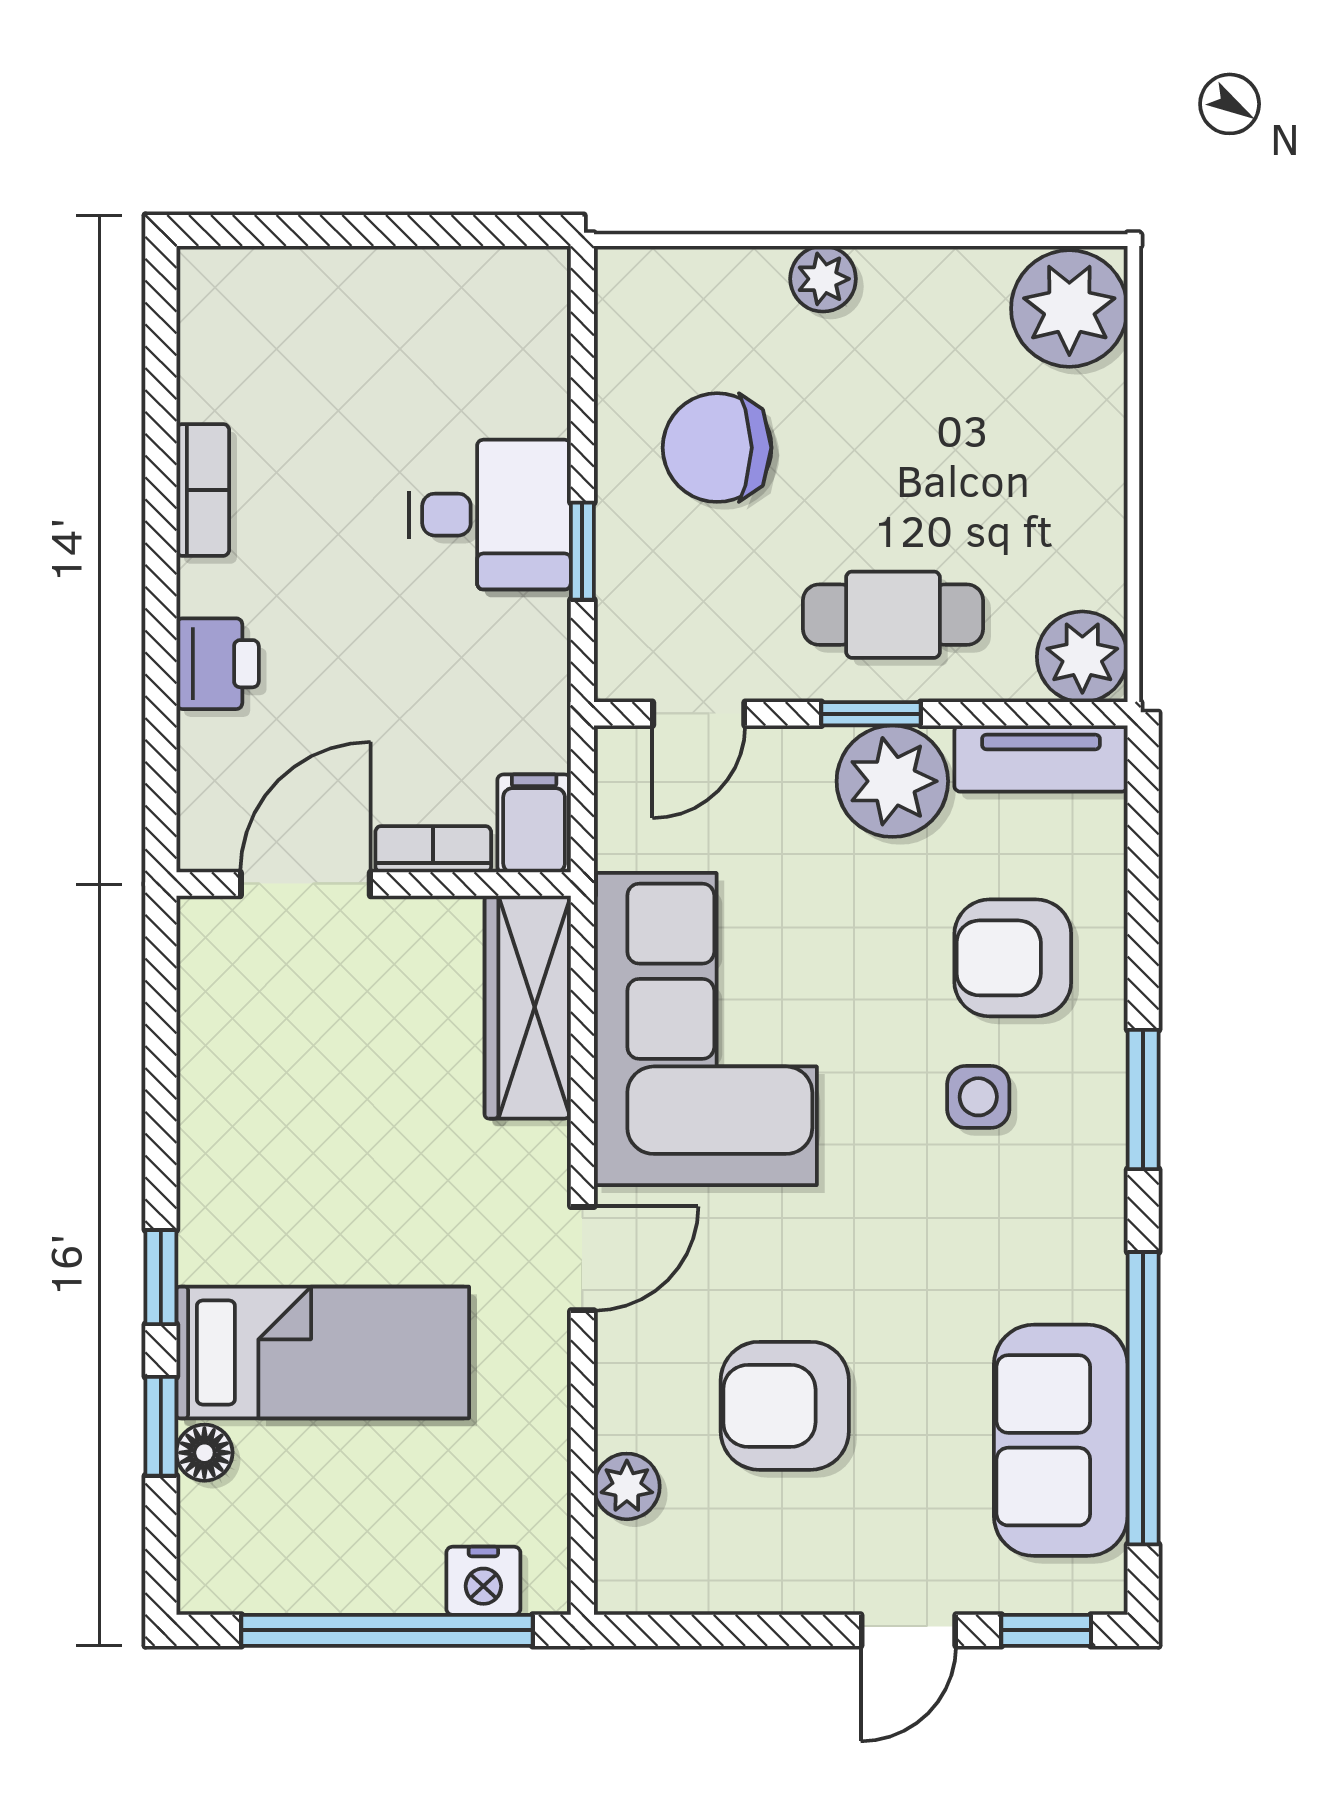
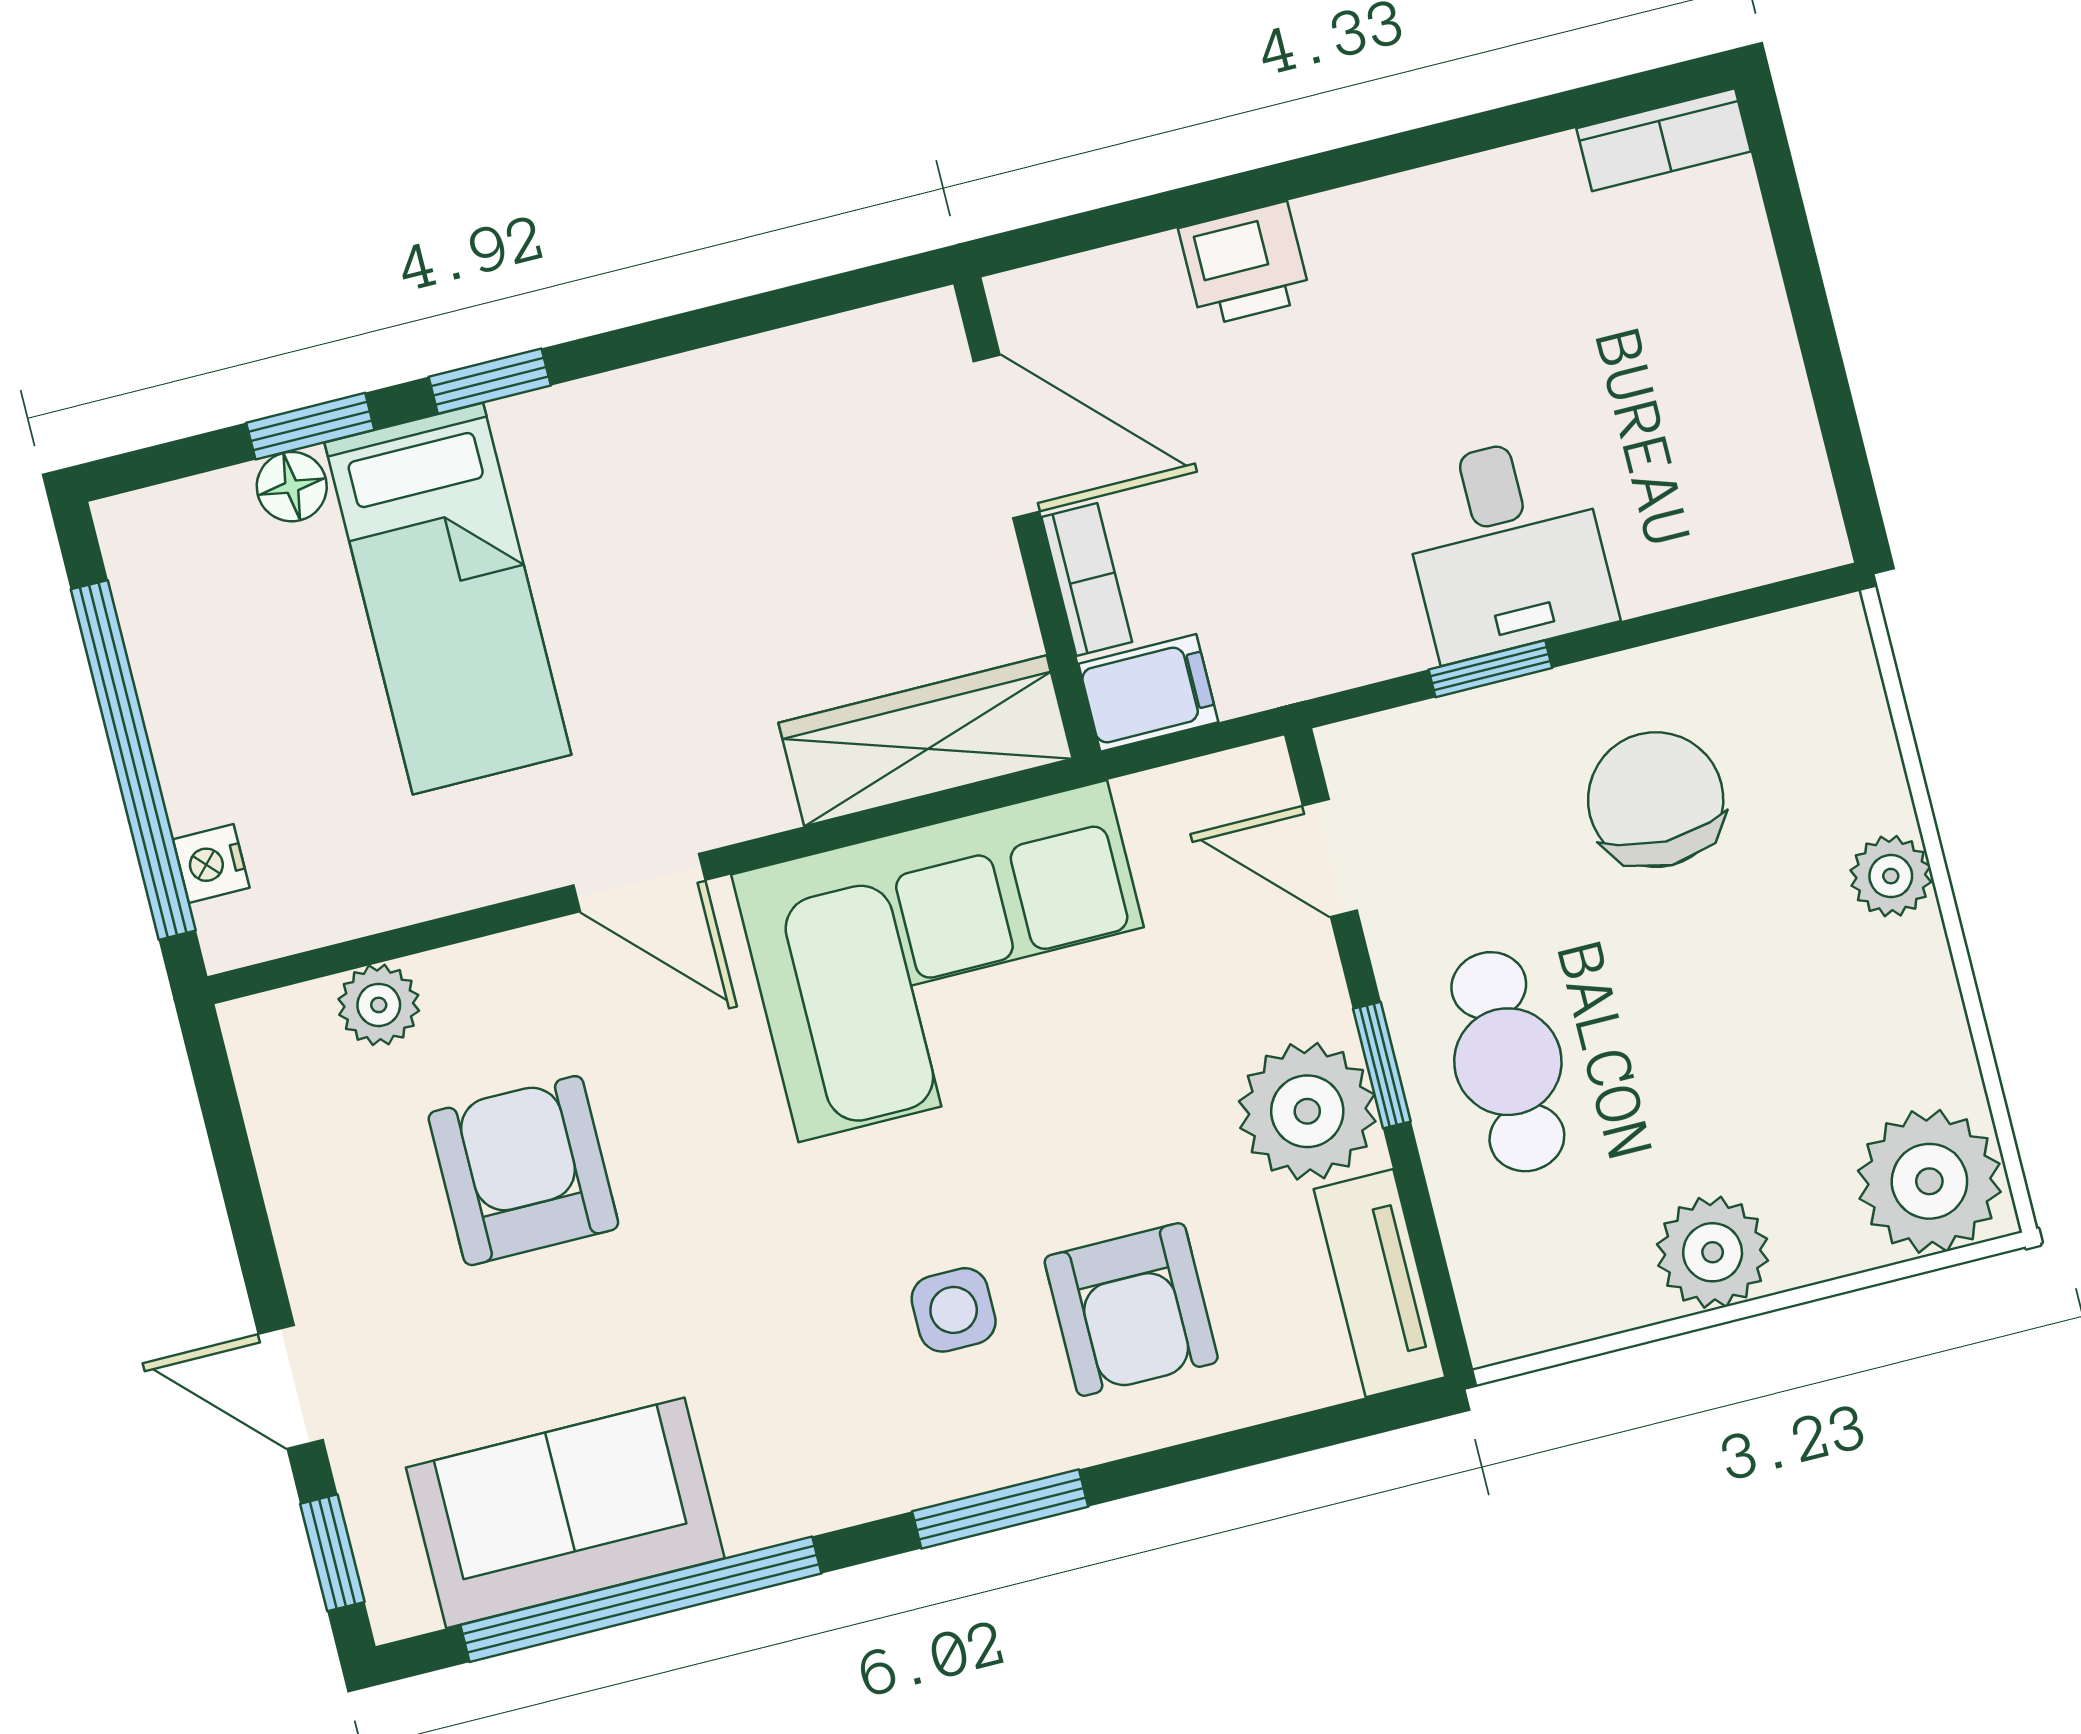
bookcase: (203, 490) -> (1664, 140), moved
plant: (1082, 657) -> (1713, 1252), moved
armchair: (1013, 958) -> (1131, 1309), turned 180
nightstand: (483, 1581) -> (211, 863), width x0.72, depth x0.74

